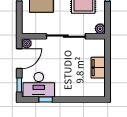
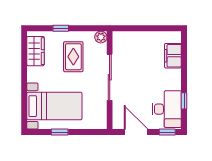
plant: (27, 43) -> (118, 123), removed
filing cabinet: (98, 68) -> (173, 56), moved, turned 90

